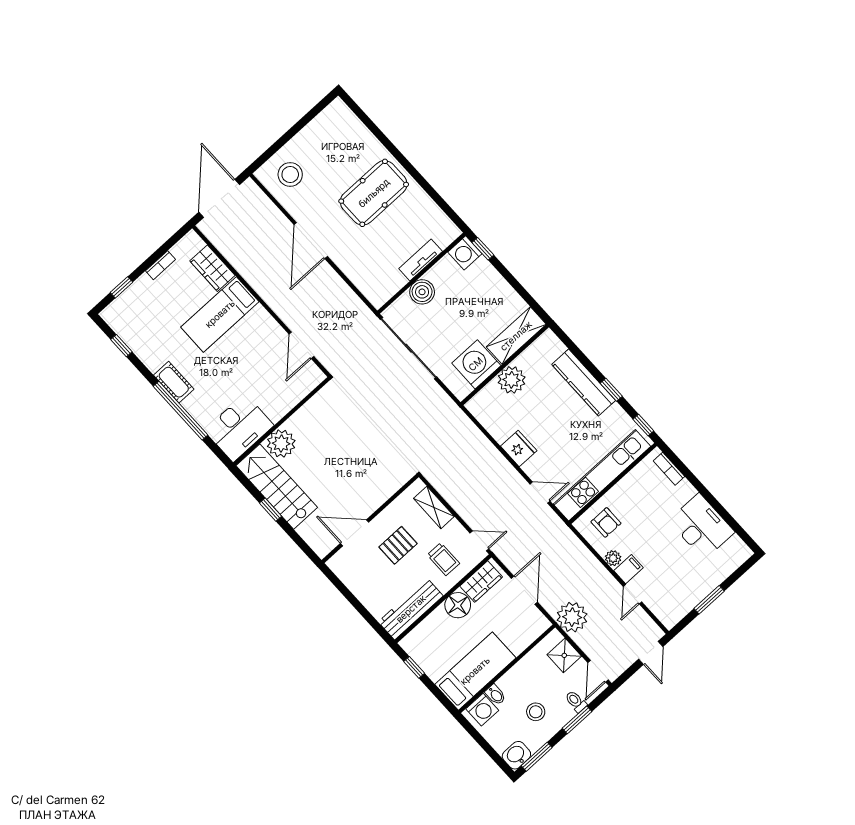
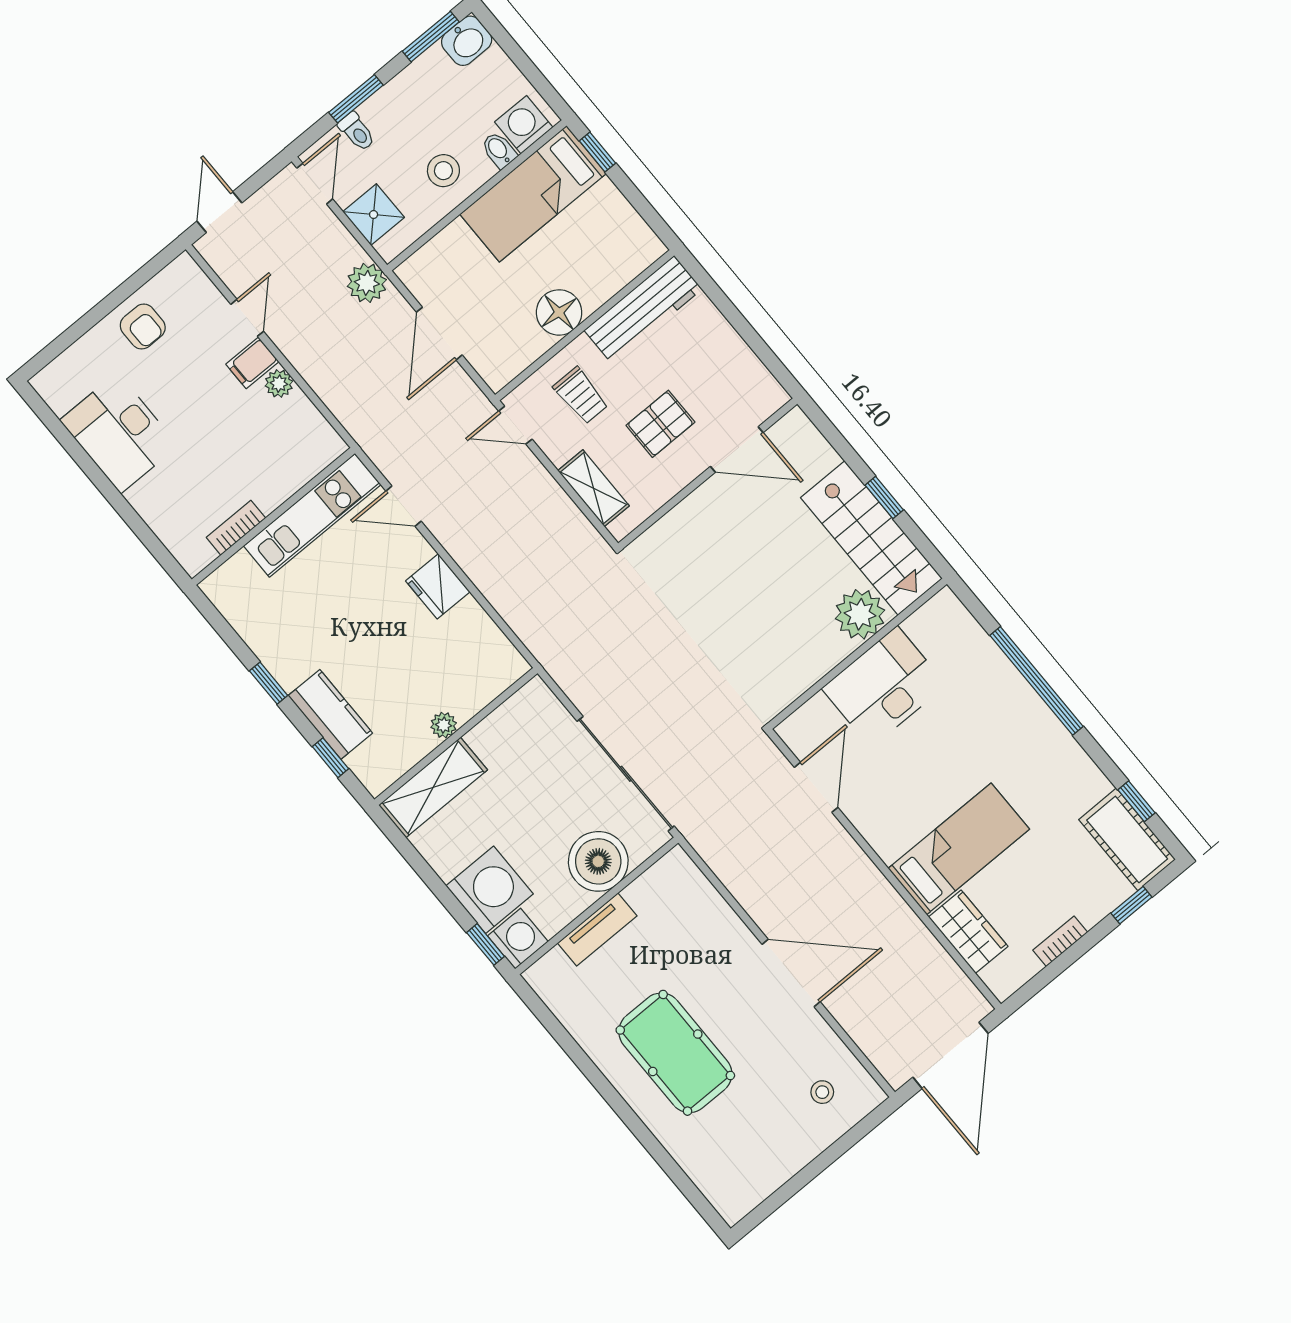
stool: (290, 175) -> (822, 1092), width x0.53, depth x0.53
pool table: (374, 193) -> (675, 1053), turned 90
door: (311, 241) -> (791, 973), hinge flipped
boiler: (422, 292) -> (598, 861), width x1.37, depth x1.37
washing machine: (476, 364) -> (490, 890), moved, turned -90
plant: (512, 380) -> (444, 725), width x0.53, depth x0.53
cot: (174, 382) -> (1127, 839), moved, width x1.37, depth x1.34
kitchen counter: (584, 382) -> (330, 714), width x0.67
window: (643, 425) -> (330, 758), moved
desk: (239, 428) -> (884, 687), moved
bookcase: (669, 469) -> (236, 528), moved, turned -90
kitchen unit: (602, 475) -> (312, 515), width x0.73
armchair: (606, 522) -> (143, 327), moved, turned 180
trolley: (443, 559) -> (581, 395), turned 180
wardrobe: (481, 582) -> (515, 353), removed
window: (709, 600) -> (111, 302), removed
plant: (572, 617) -> (367, 283), width x0.73, depth x0.73
window: (414, 667) -> (597, 152), moved
stool: (536, 712) -> (443, 171), moved

